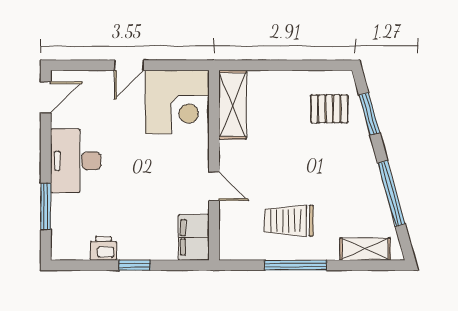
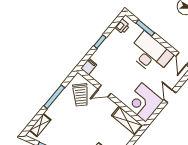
desk: (76, 161) -> (150, 54), width x1.36, depth x1.30
trolley: (289, 221) -> (81, 95), moved, turned 135
filing cabinet: (194, 237) -> (89, 67), width x0.50
printer: (103, 248) -> (122, 26), moved

